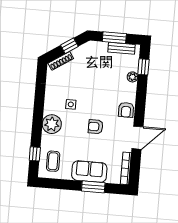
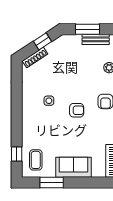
plant: (52, 124) -> (31, 122), removed
armchair: (96, 127) -> (77, 110), moved, turned 180
window: (93, 187) -> (52, 183), moved

